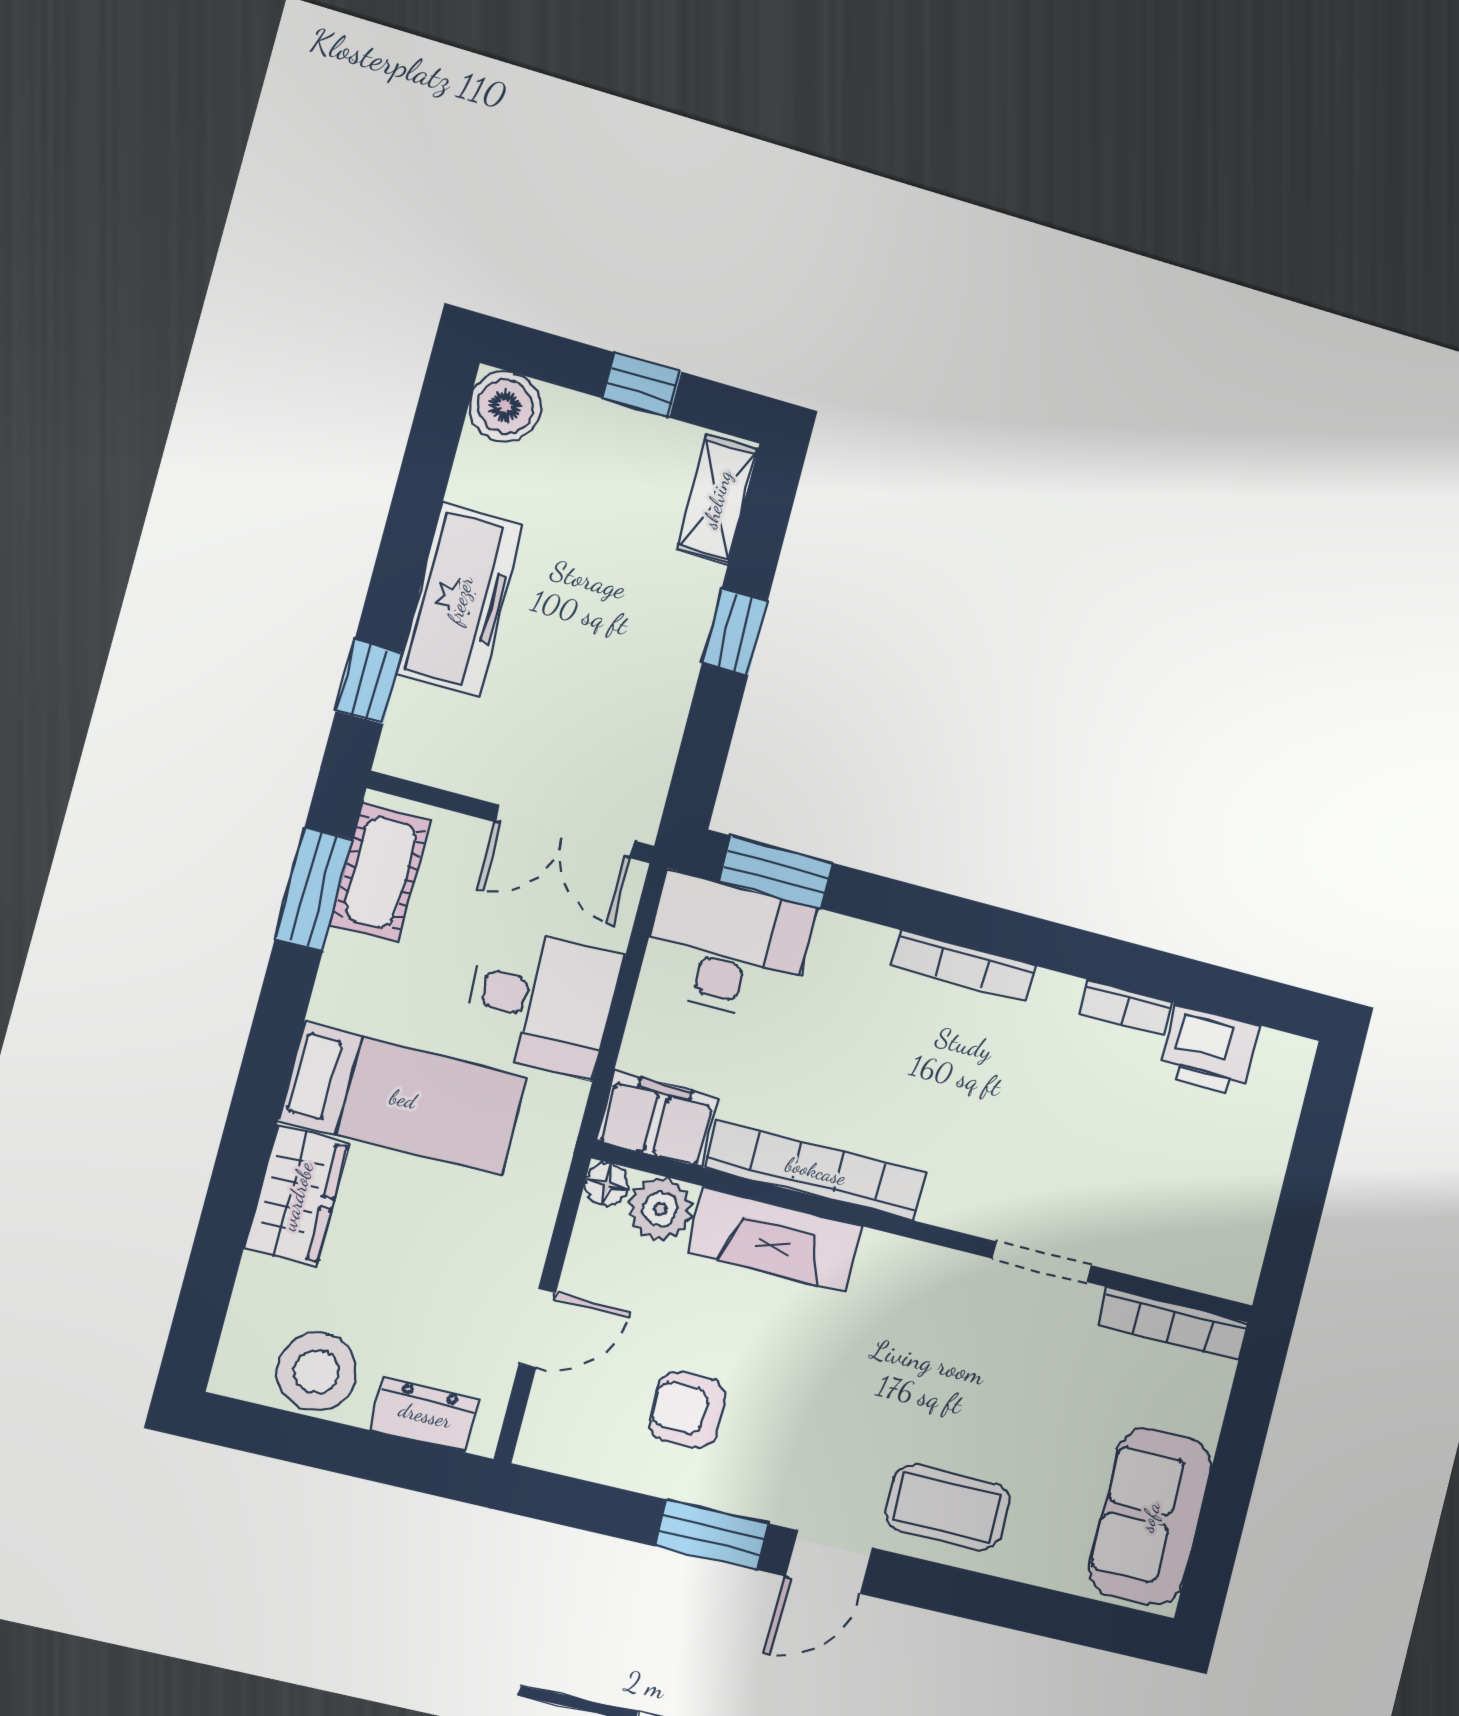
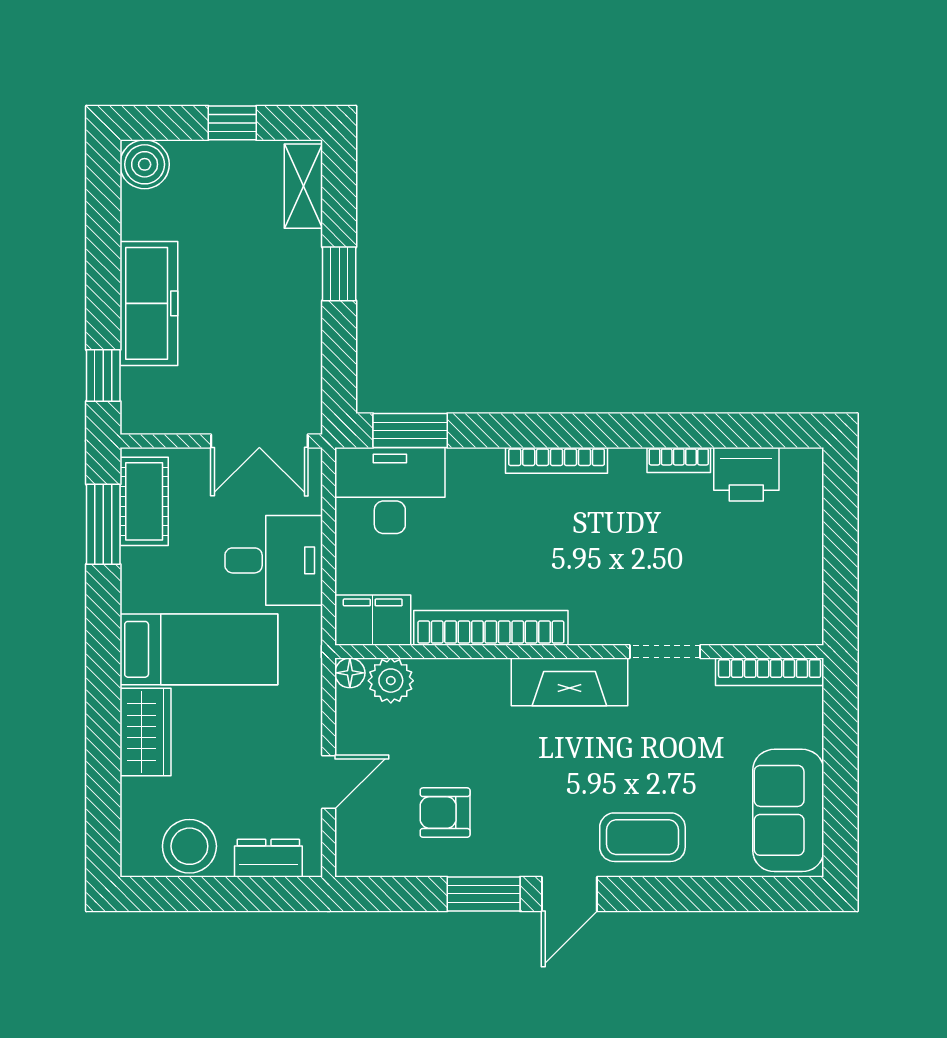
fireplace: (775, 1239) -> (569, 682), moved

